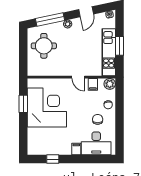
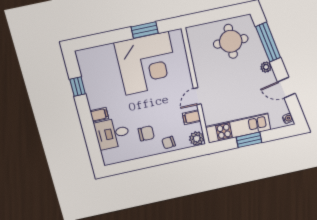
desk: (96, 143) -> (112, 134), width x0.73

